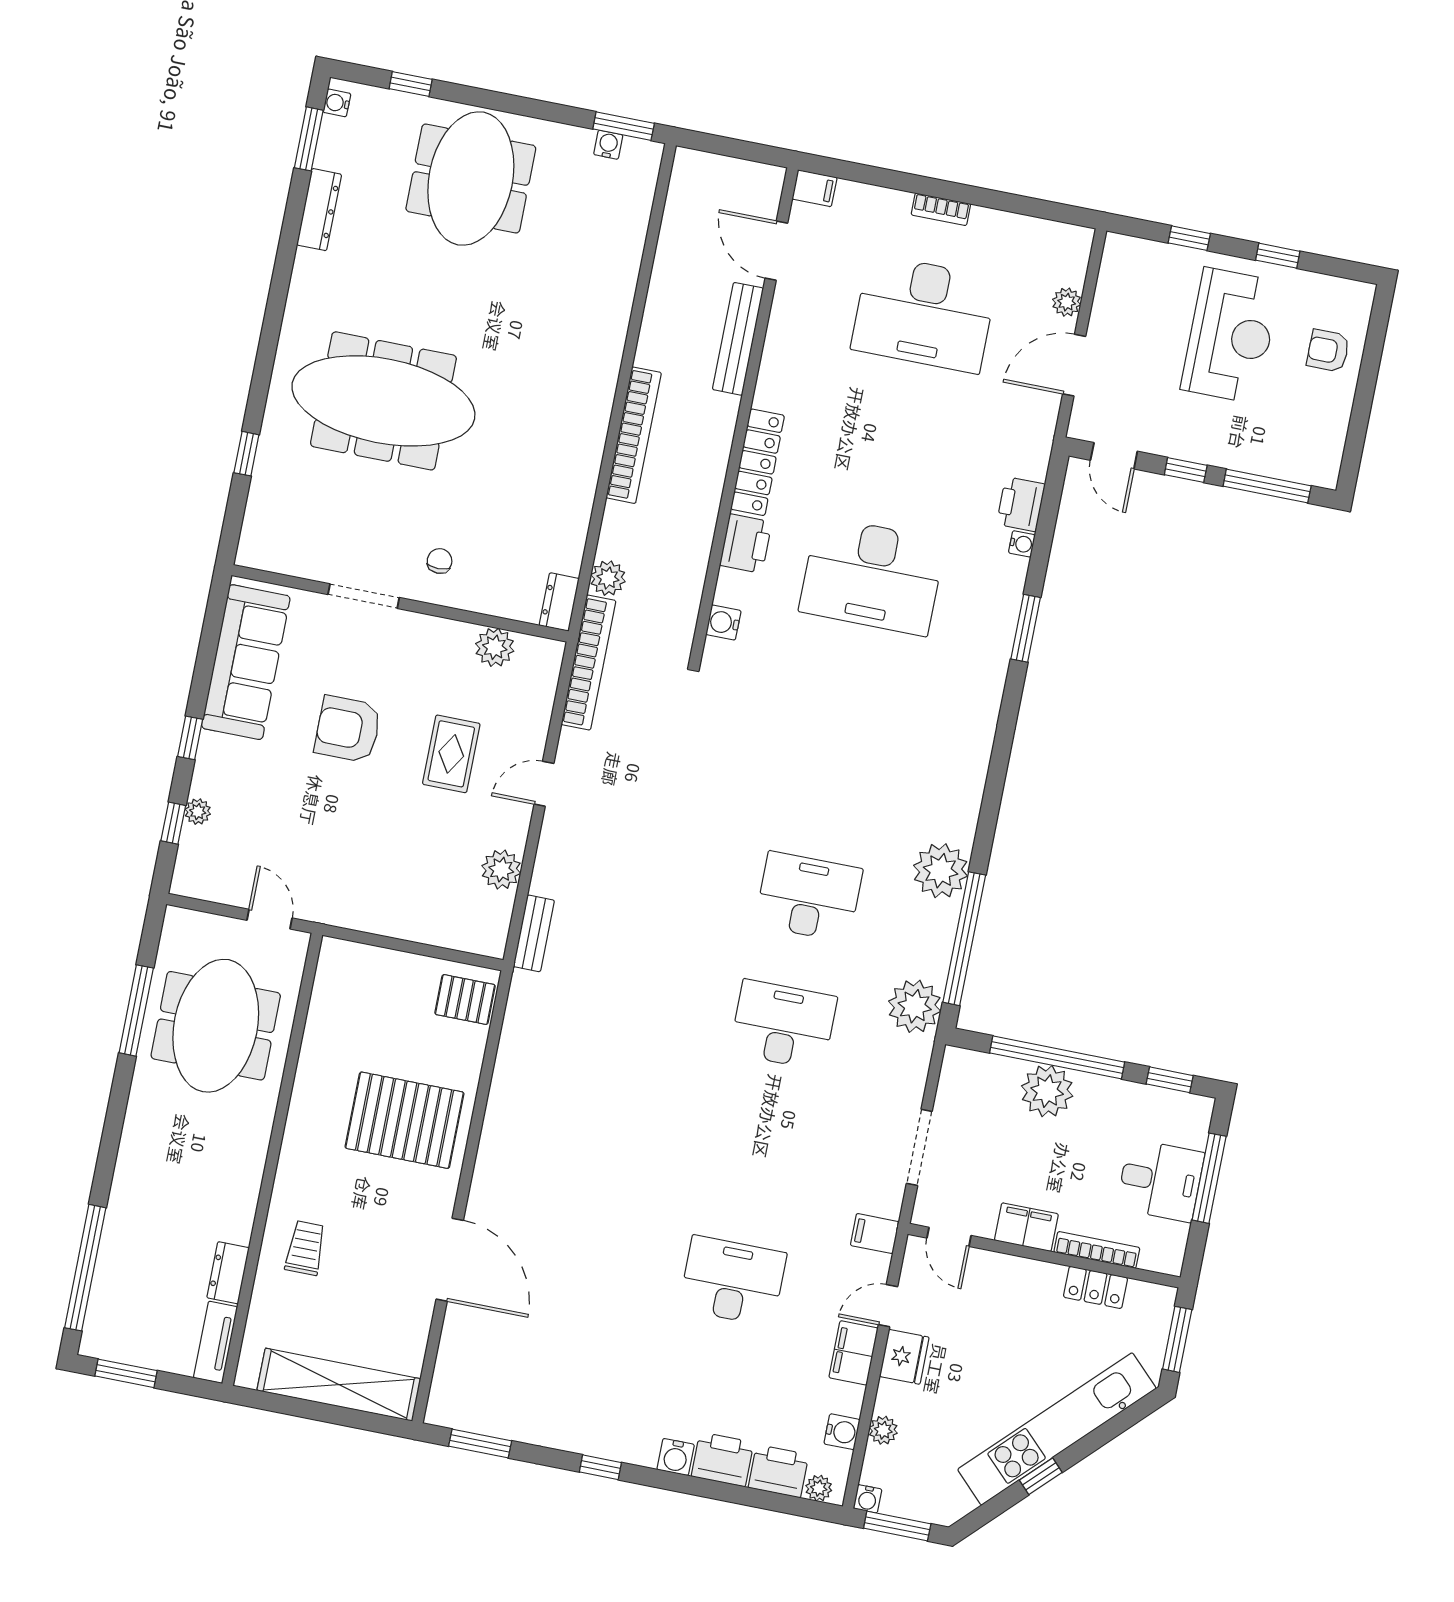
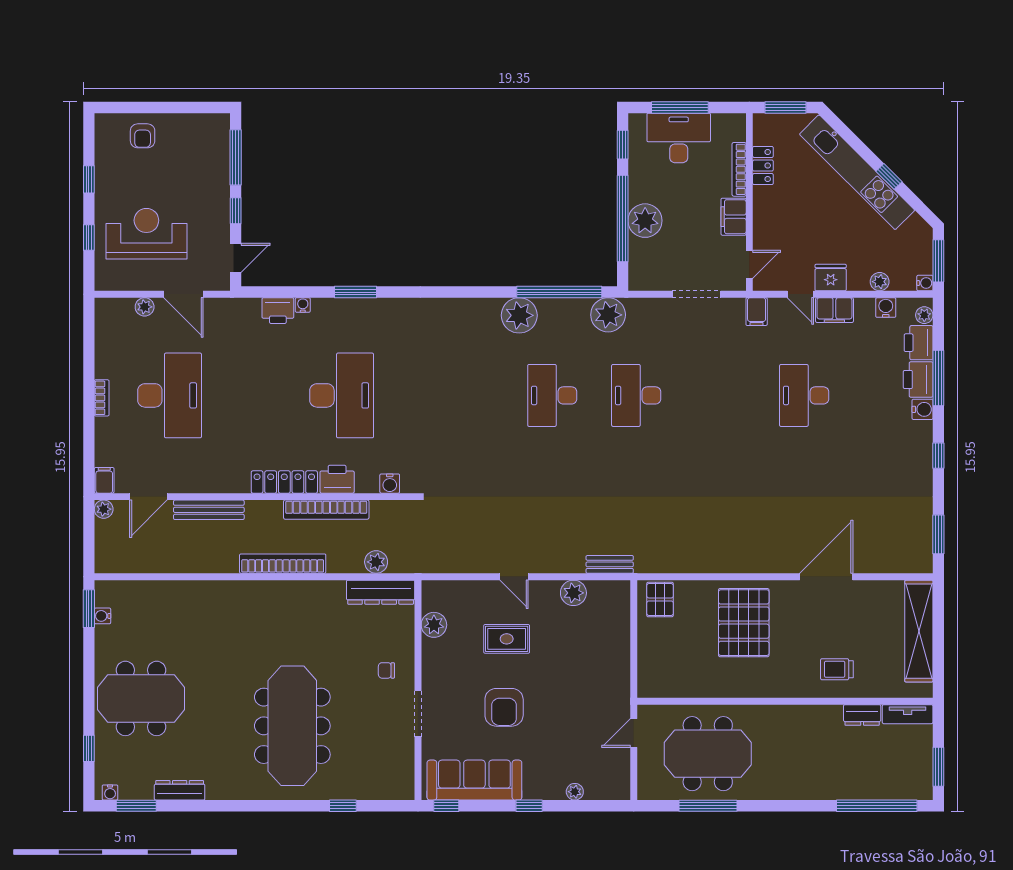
plant: (771, 179) -> (104, 509), added
reception desk: (1230, 335) -> (146, 234), moved
dresser: (559, 602) -> (381, 592), width x1.96, depth x1.24
bookcase: (589, 663) -> (326, 510), moved, turned 180
window: (173, 823) -> (446, 806), moved
desk: (1160, 1180) -> (679, 138), width x1.37
window: (719, 1491) -> (938, 378), added

